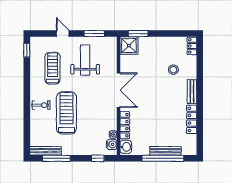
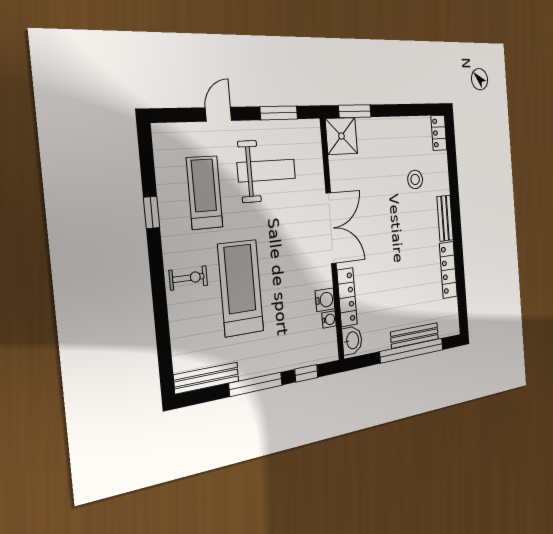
door: (63, 34) -> (218, 114), hinge flipped
window: (27, 50) -> (152, 213), moved
weight bench: (85, 60) -> (267, 170), turned 90
water cooler: (112, 144) -> (325, 300), moved
window: (56, 158) -> (256, 384), moved

